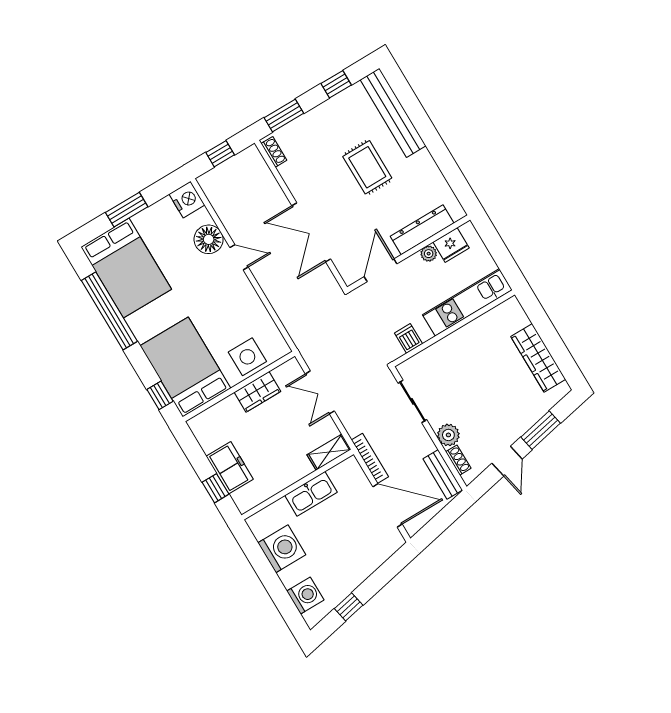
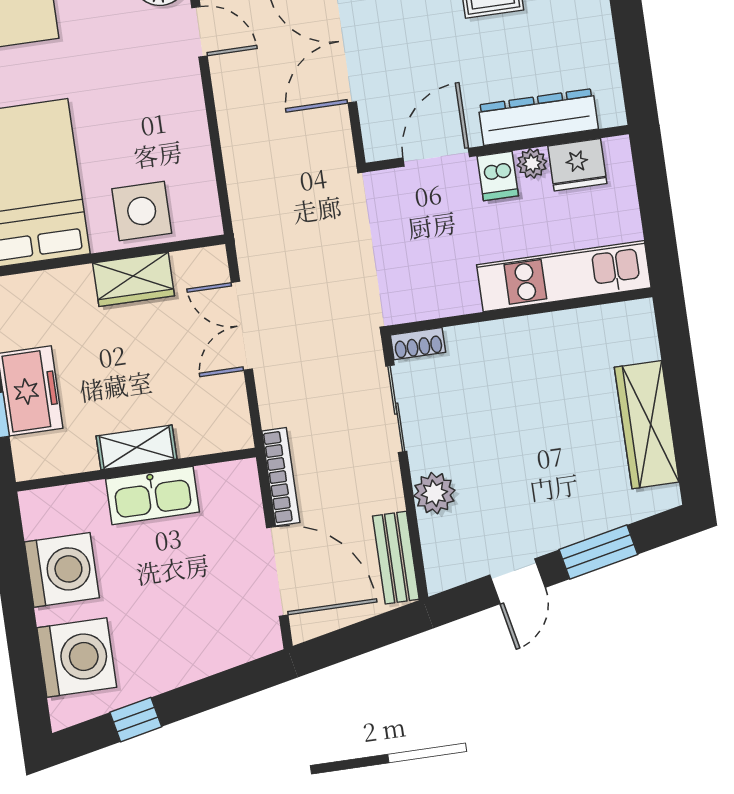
dishwasher: (408, 338) -> (498, 176), moved, turned 180
shelving: (329, 452) -> (136, 447), moved
shoe rack: (458, 460) -> (418, 344), moved, turned 90
washing machine: (305, 596) -> (77, 658), width x1.37, depth x1.37

